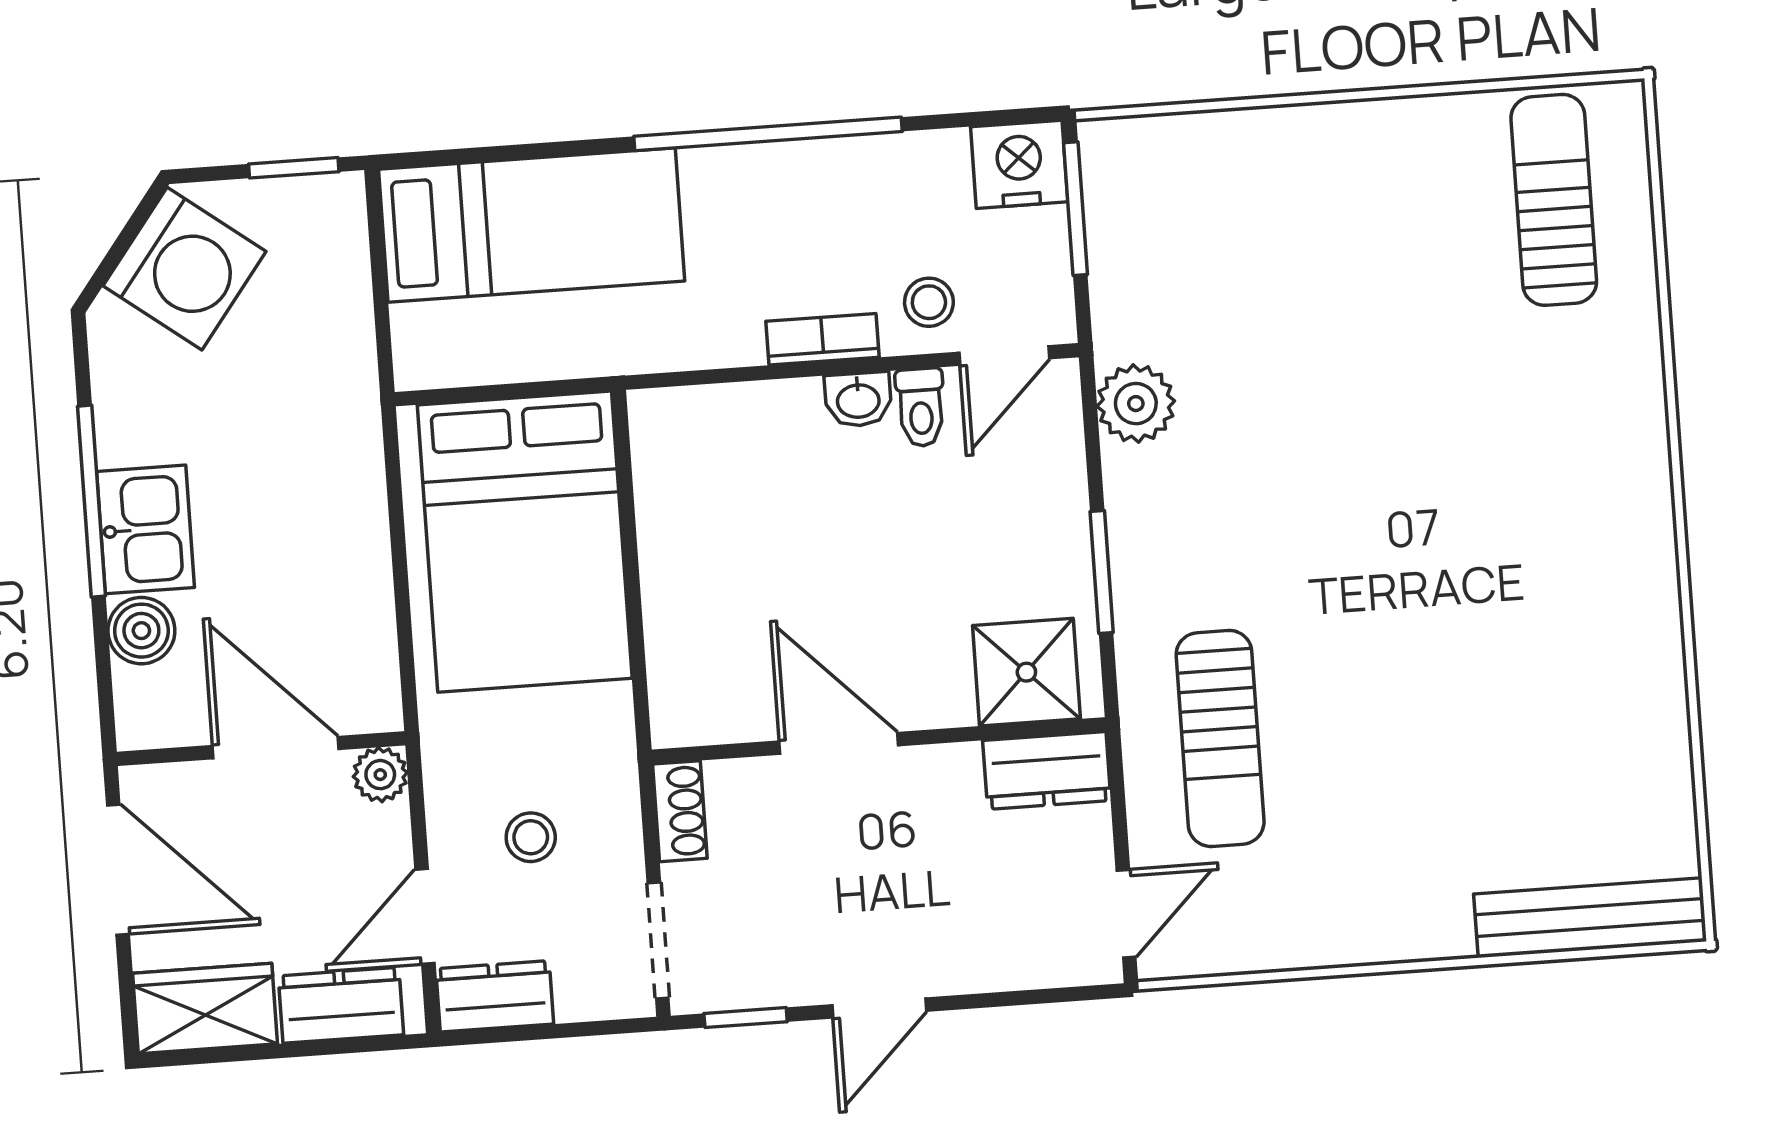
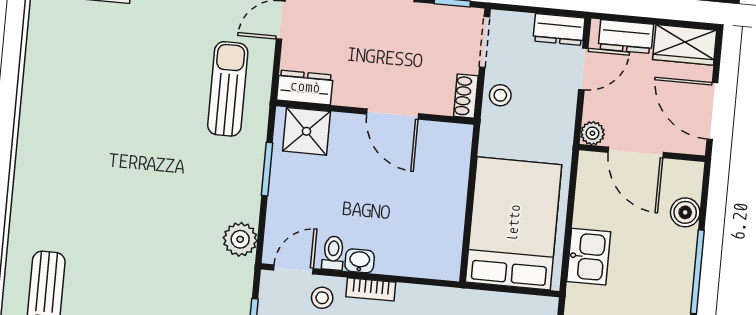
kitchen sink: (145, 529) -> (589, 257), moved, turned 180
stool: (531, 837) -> (500, 95), moved

